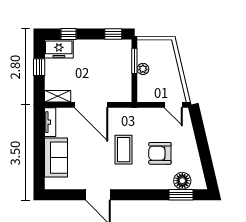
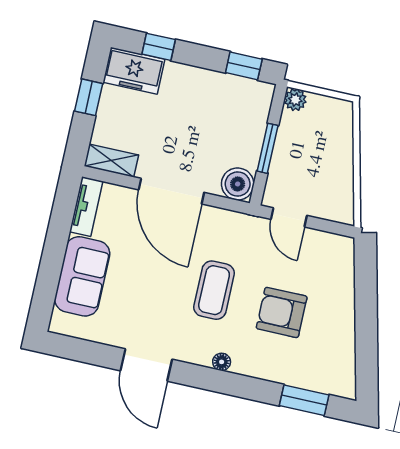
window: (134, 61) -> (268, 148), moved
plant: (143, 69) -> (295, 100), moved
boiler: (123, 94) -> (238, 184), added
door: (173, 105) -> (289, 217), moved
floor lamp: (182, 181) -> (222, 362), moved, width x0.53, depth x0.53

